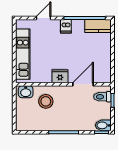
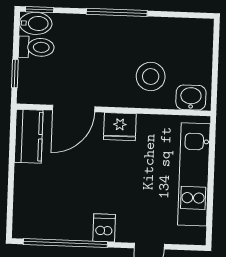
kitchen counter: (98, 26) -> (29, 136), moved, turned 90
toilet: (102, 97) -> (36, 47), moved

